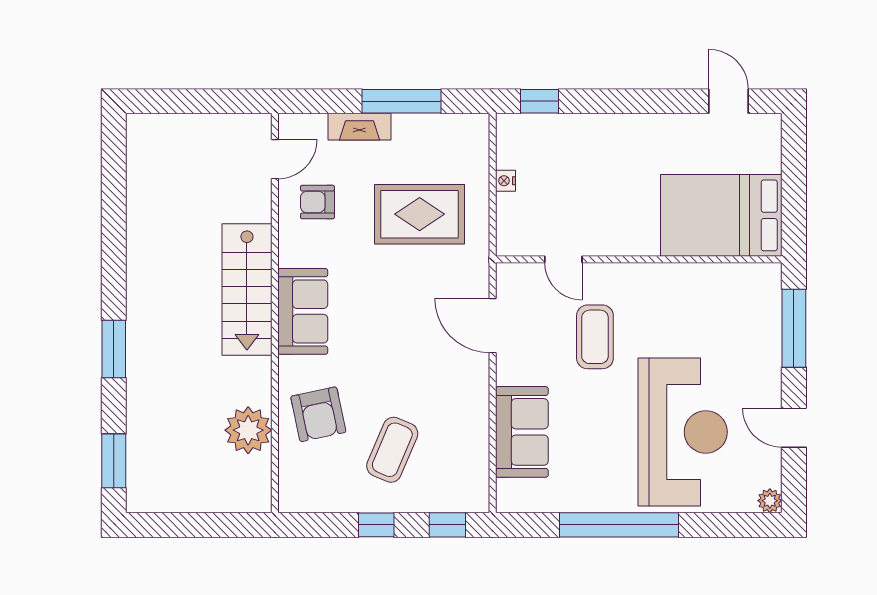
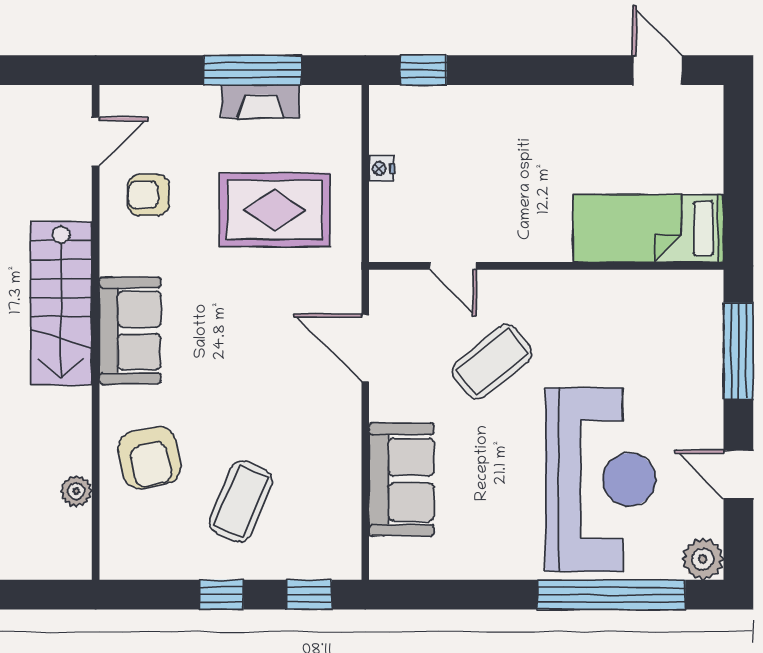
fireplace: (359, 127) -> (260, 101), moved
bed: (721, 215) -> (648, 228), width x0.67
coffee table: (595, 337) -> (492, 362), turned 51
plant: (248, 430) -> (76, 491), width x0.53, depth x0.53
plant: (770, 501) -> (703, 559), width x1.38, depth x1.38
window: (619, 525) -> (611, 595), moved

